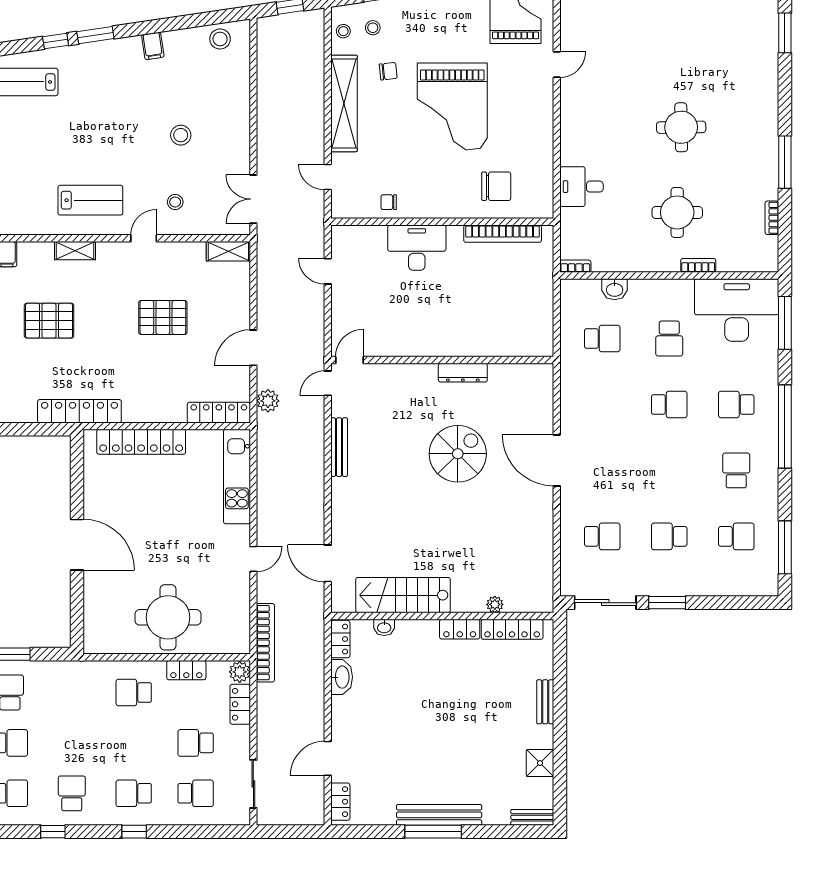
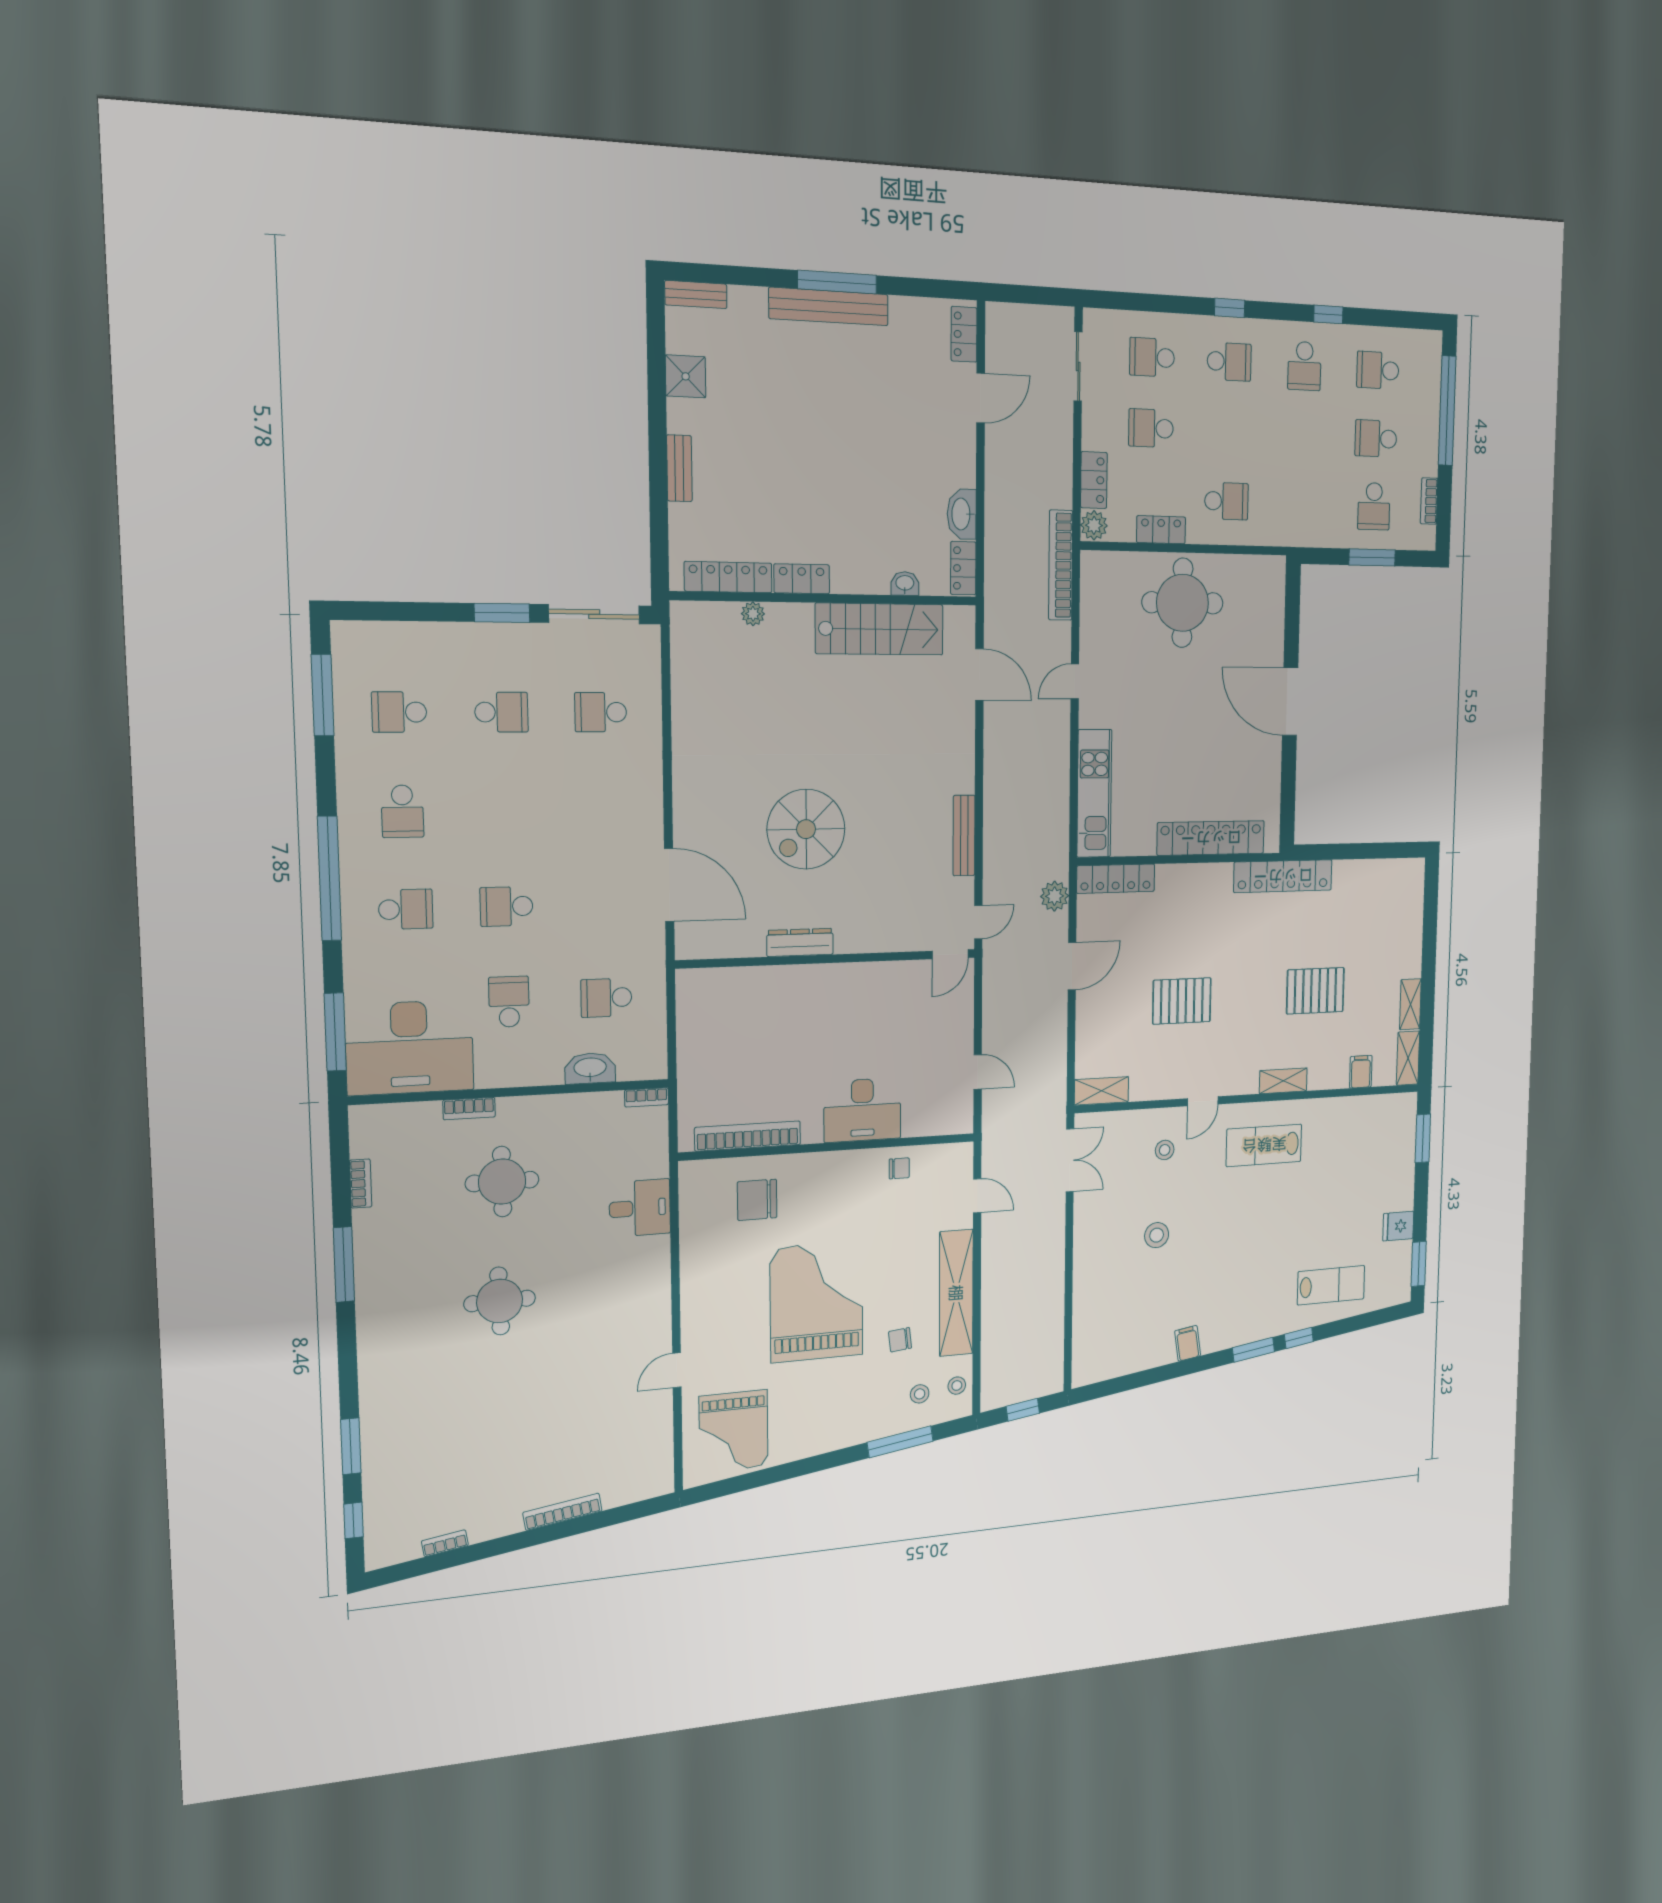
stool: (220, 39) -> (1108, 1360), removed
washbasin: (615, 289) -> (590, 1068), width x1.38
door: (557, 460) -> (669, 885), moved
school desk: (196, 743) -> (1151, 428), turned 180

